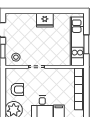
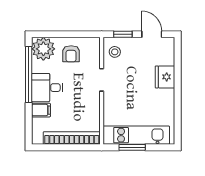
fridge: (45, 20) -> (165, 77), moved

